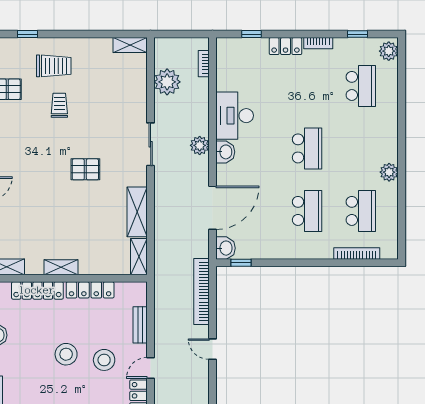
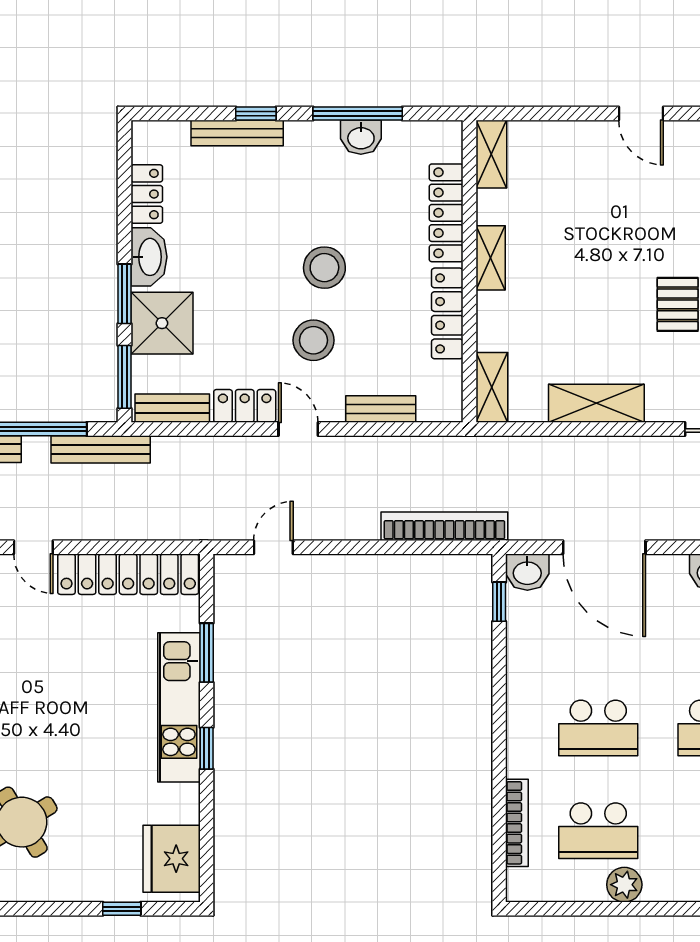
plant: (389, 172) -> (624, 885), moved
shelving: (139, 257) -> (492, 387), moved, turned 90
door: (212, 349) -> (273, 547), moved

